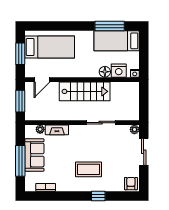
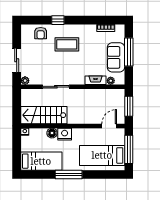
window: (110, 26) -> (69, 175), moved
window: (20, 54) -> (129, 149), width x1.44
nightstand: (119, 71) -> (65, 134), moved
stairs: (85, 91) -> (44, 115), moved
armchair: (131, 184) -> (41, 33), moved

